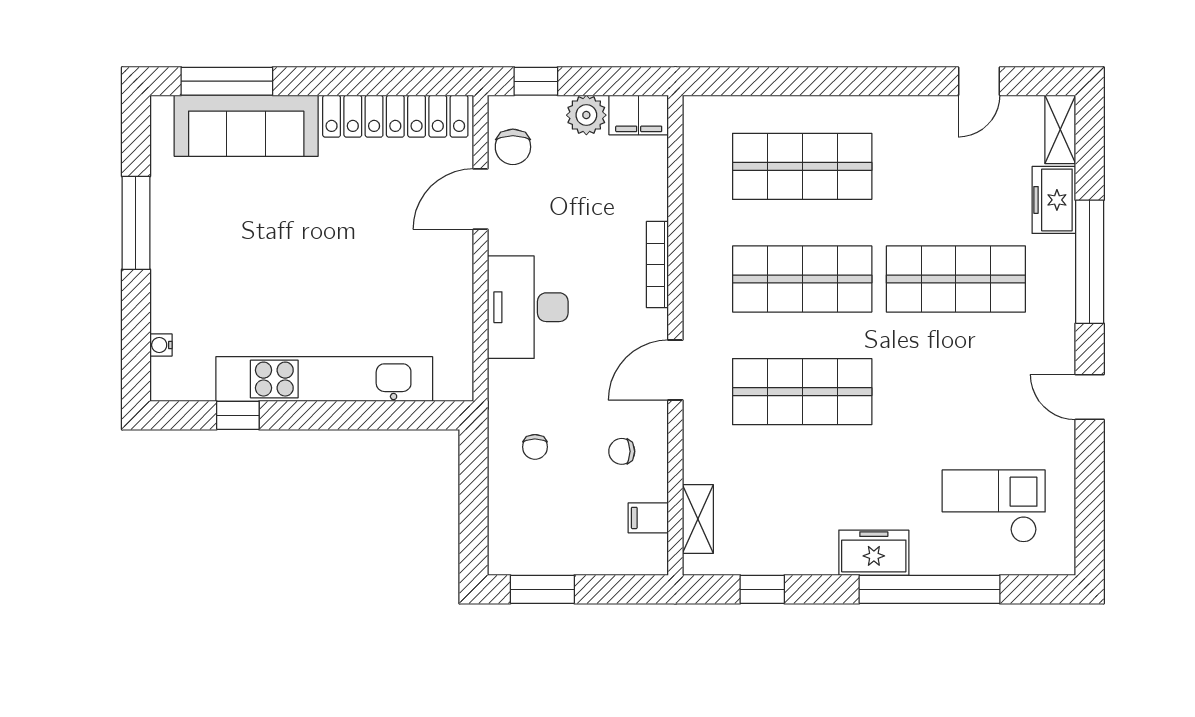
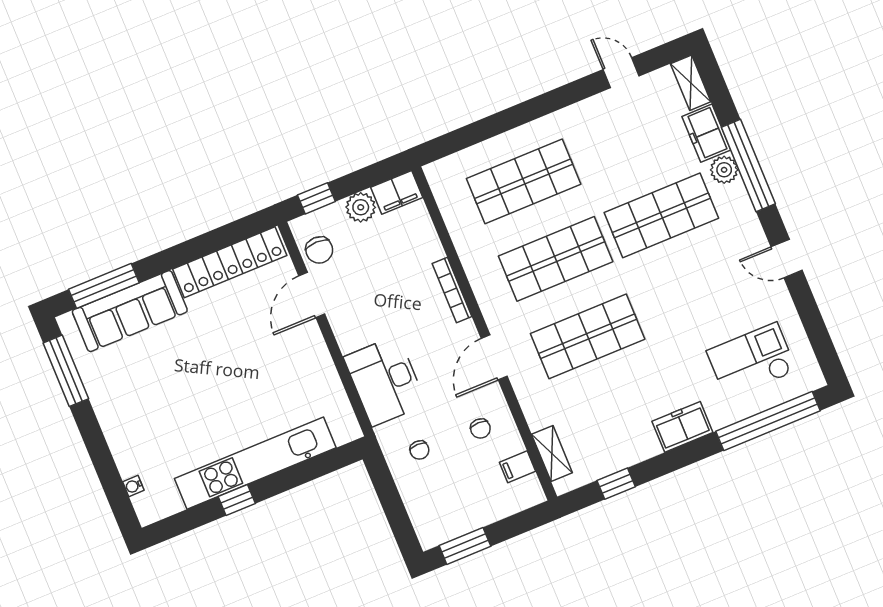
door: (979, 81) -> (621, 73), swing flipped
window: (136, 223) -> (66, 371), moved
plant: (1057, 255) -> (724, 170), added
desk: (528, 307) -> (385, 381), moved
window: (238, 415) -> (237, 500), moved
chair: (622, 451) -> (480, 429), turned -90
window: (929, 589) -> (768, 421), moved

